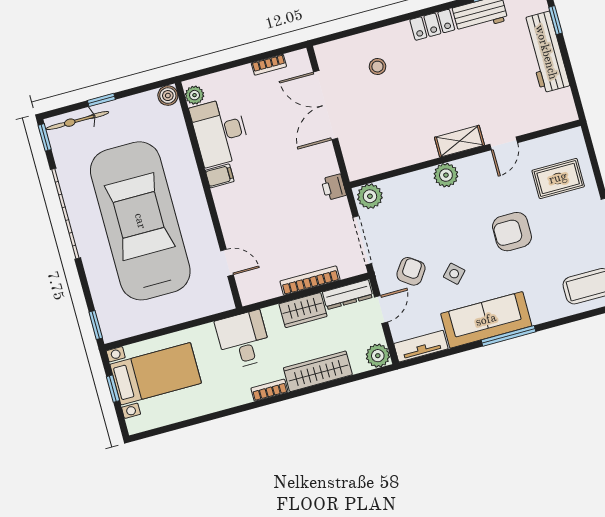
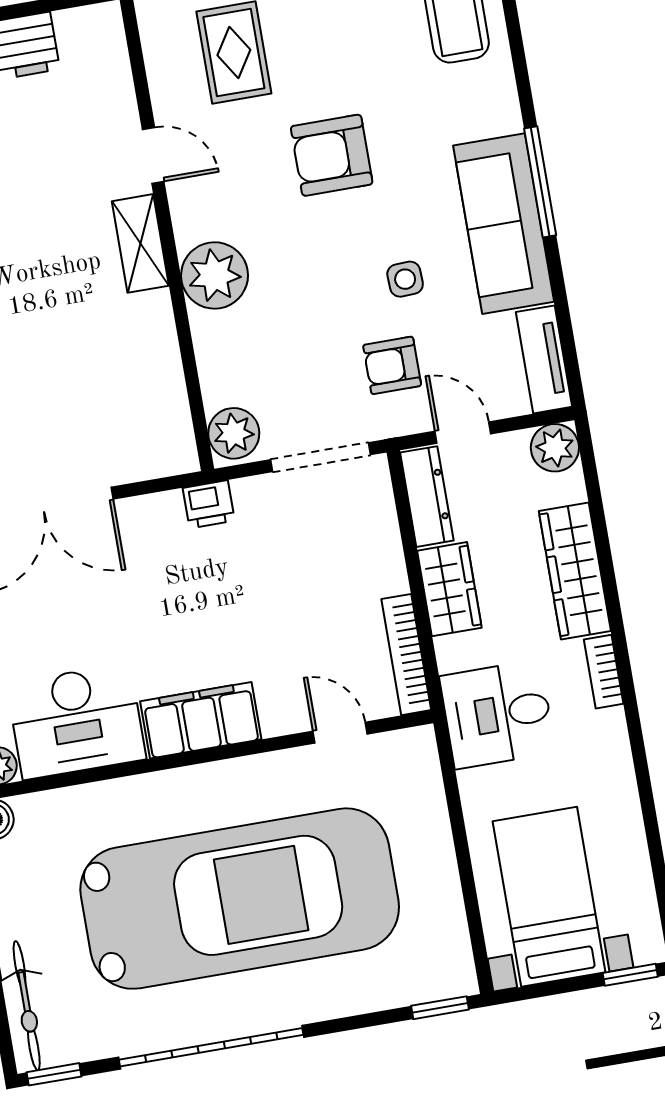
plant: (446, 175) -> (215, 275), width x1.36, depth x1.36
filing cabinet: (220, 176) -> (201, 720), width x3.00, depth x1.17
car: (140, 221) -> (240, 899), turned 180
armchair: (512, 232) -> (332, 155), turned 90
door: (227, 263) -> (340, 733), hinge flipped
armchair: (411, 271) -> (392, 365), turned -35
side table: (454, 274) -> (405, 279), turned 45
bookcase: (310, 281) -> (406, 655), moved
window: (113, 389) -> (630, 975), moved

